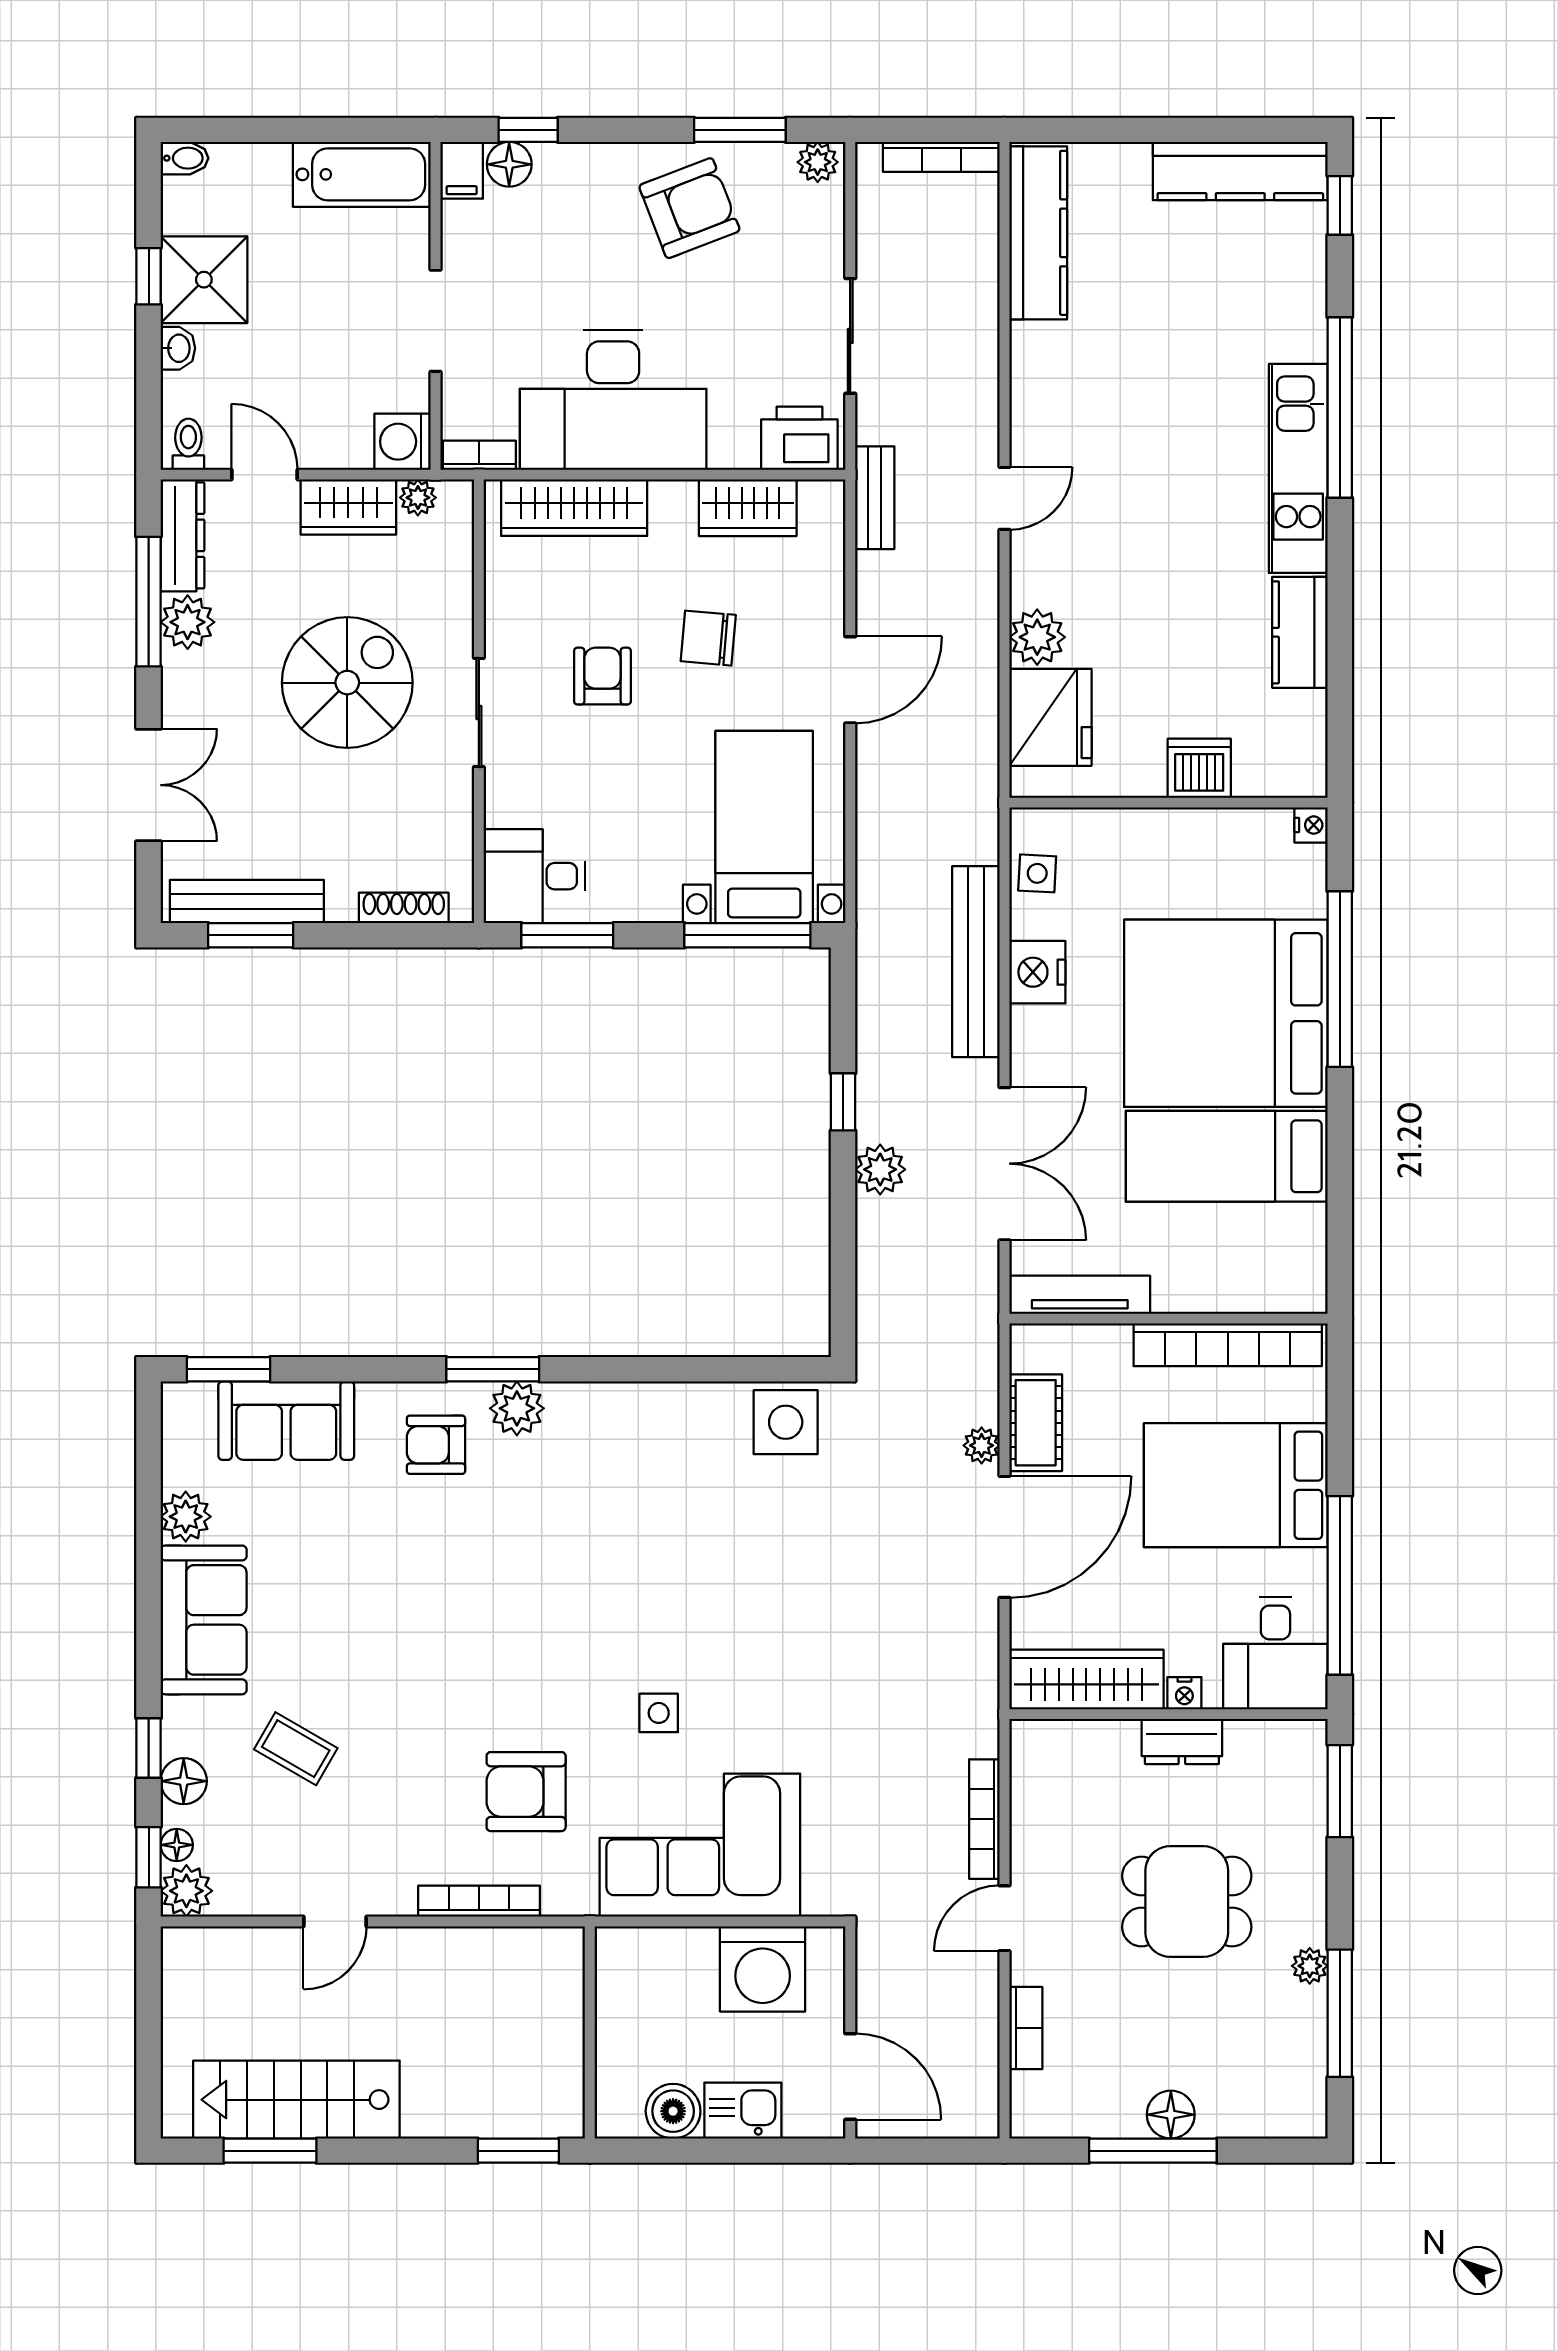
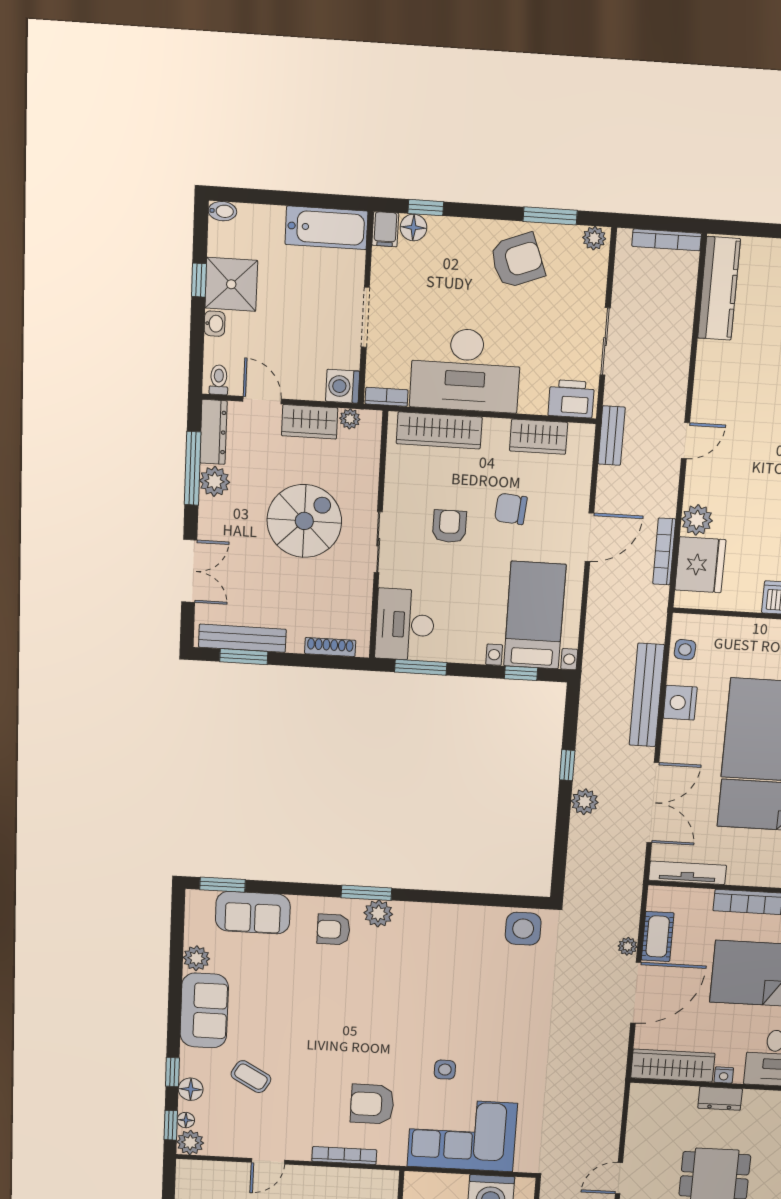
desk: (534, 876) -> (405, 625), width x1.37
window: (747, 935) -> (521, 673), width x0.46
bookcase: (984, 1819) -> (664, 551), moved

